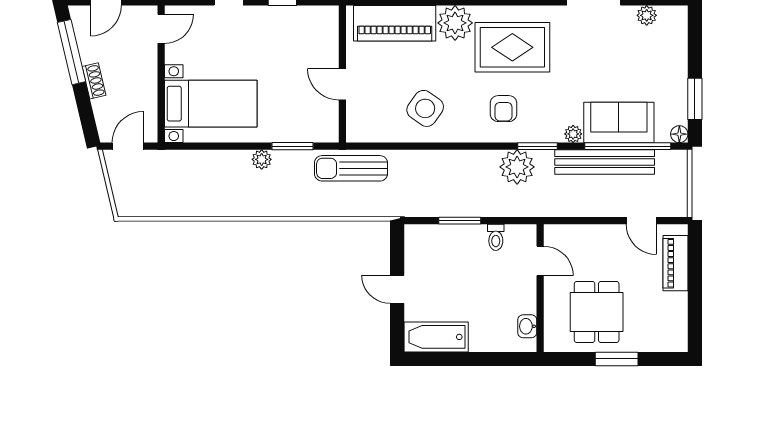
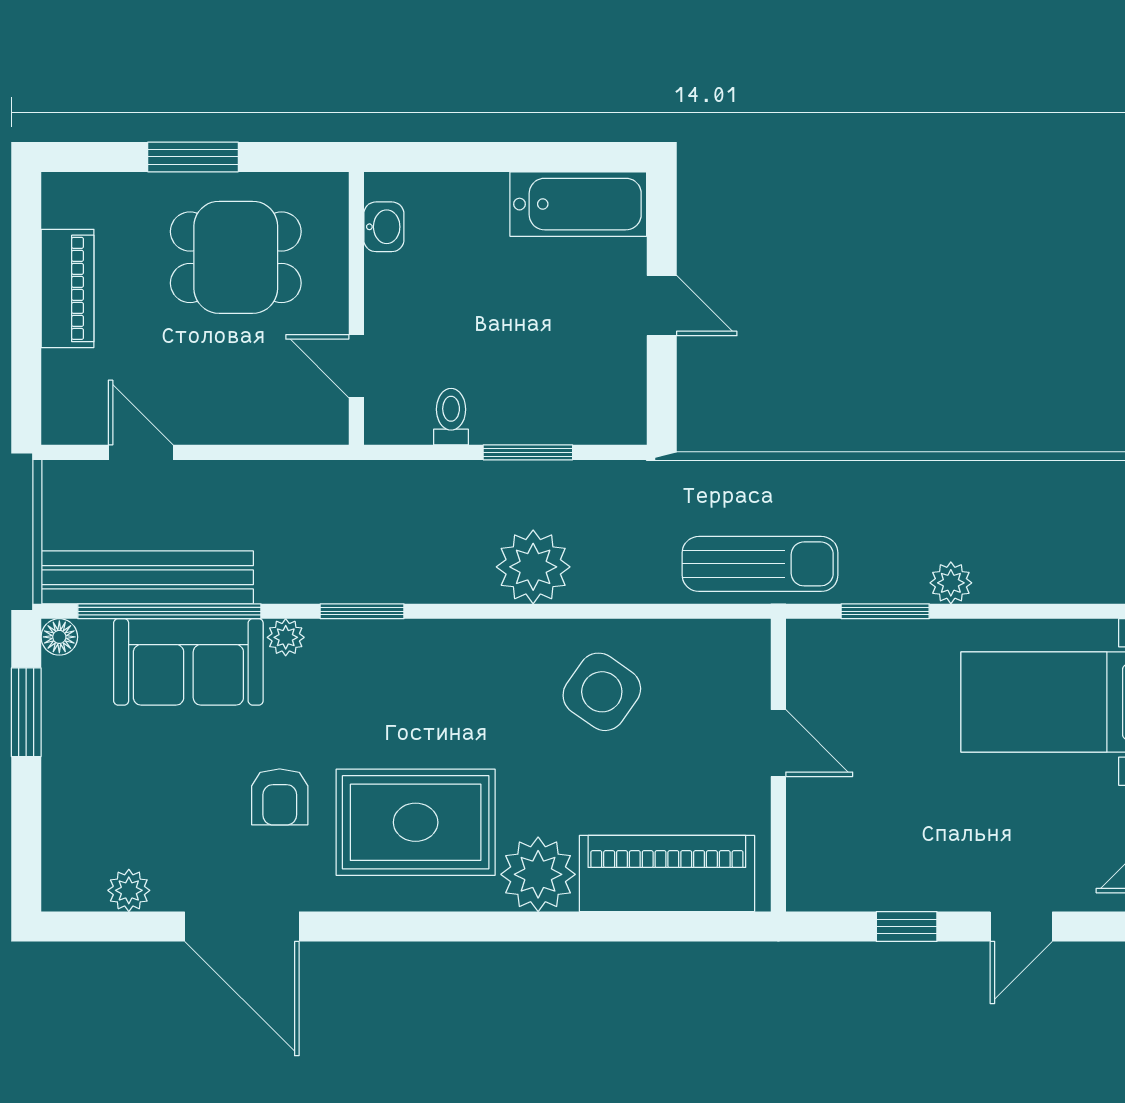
armchair: (504, 109) -> (280, 797), moved, turned 180
bench: (605, 162) -> (147, 577), moved
plant: (517, 167) -> (533, 567), moved
piano: (675, 263) -> (67, 288), moved
dining table: (597, 312) -> (236, 257), turned 90

